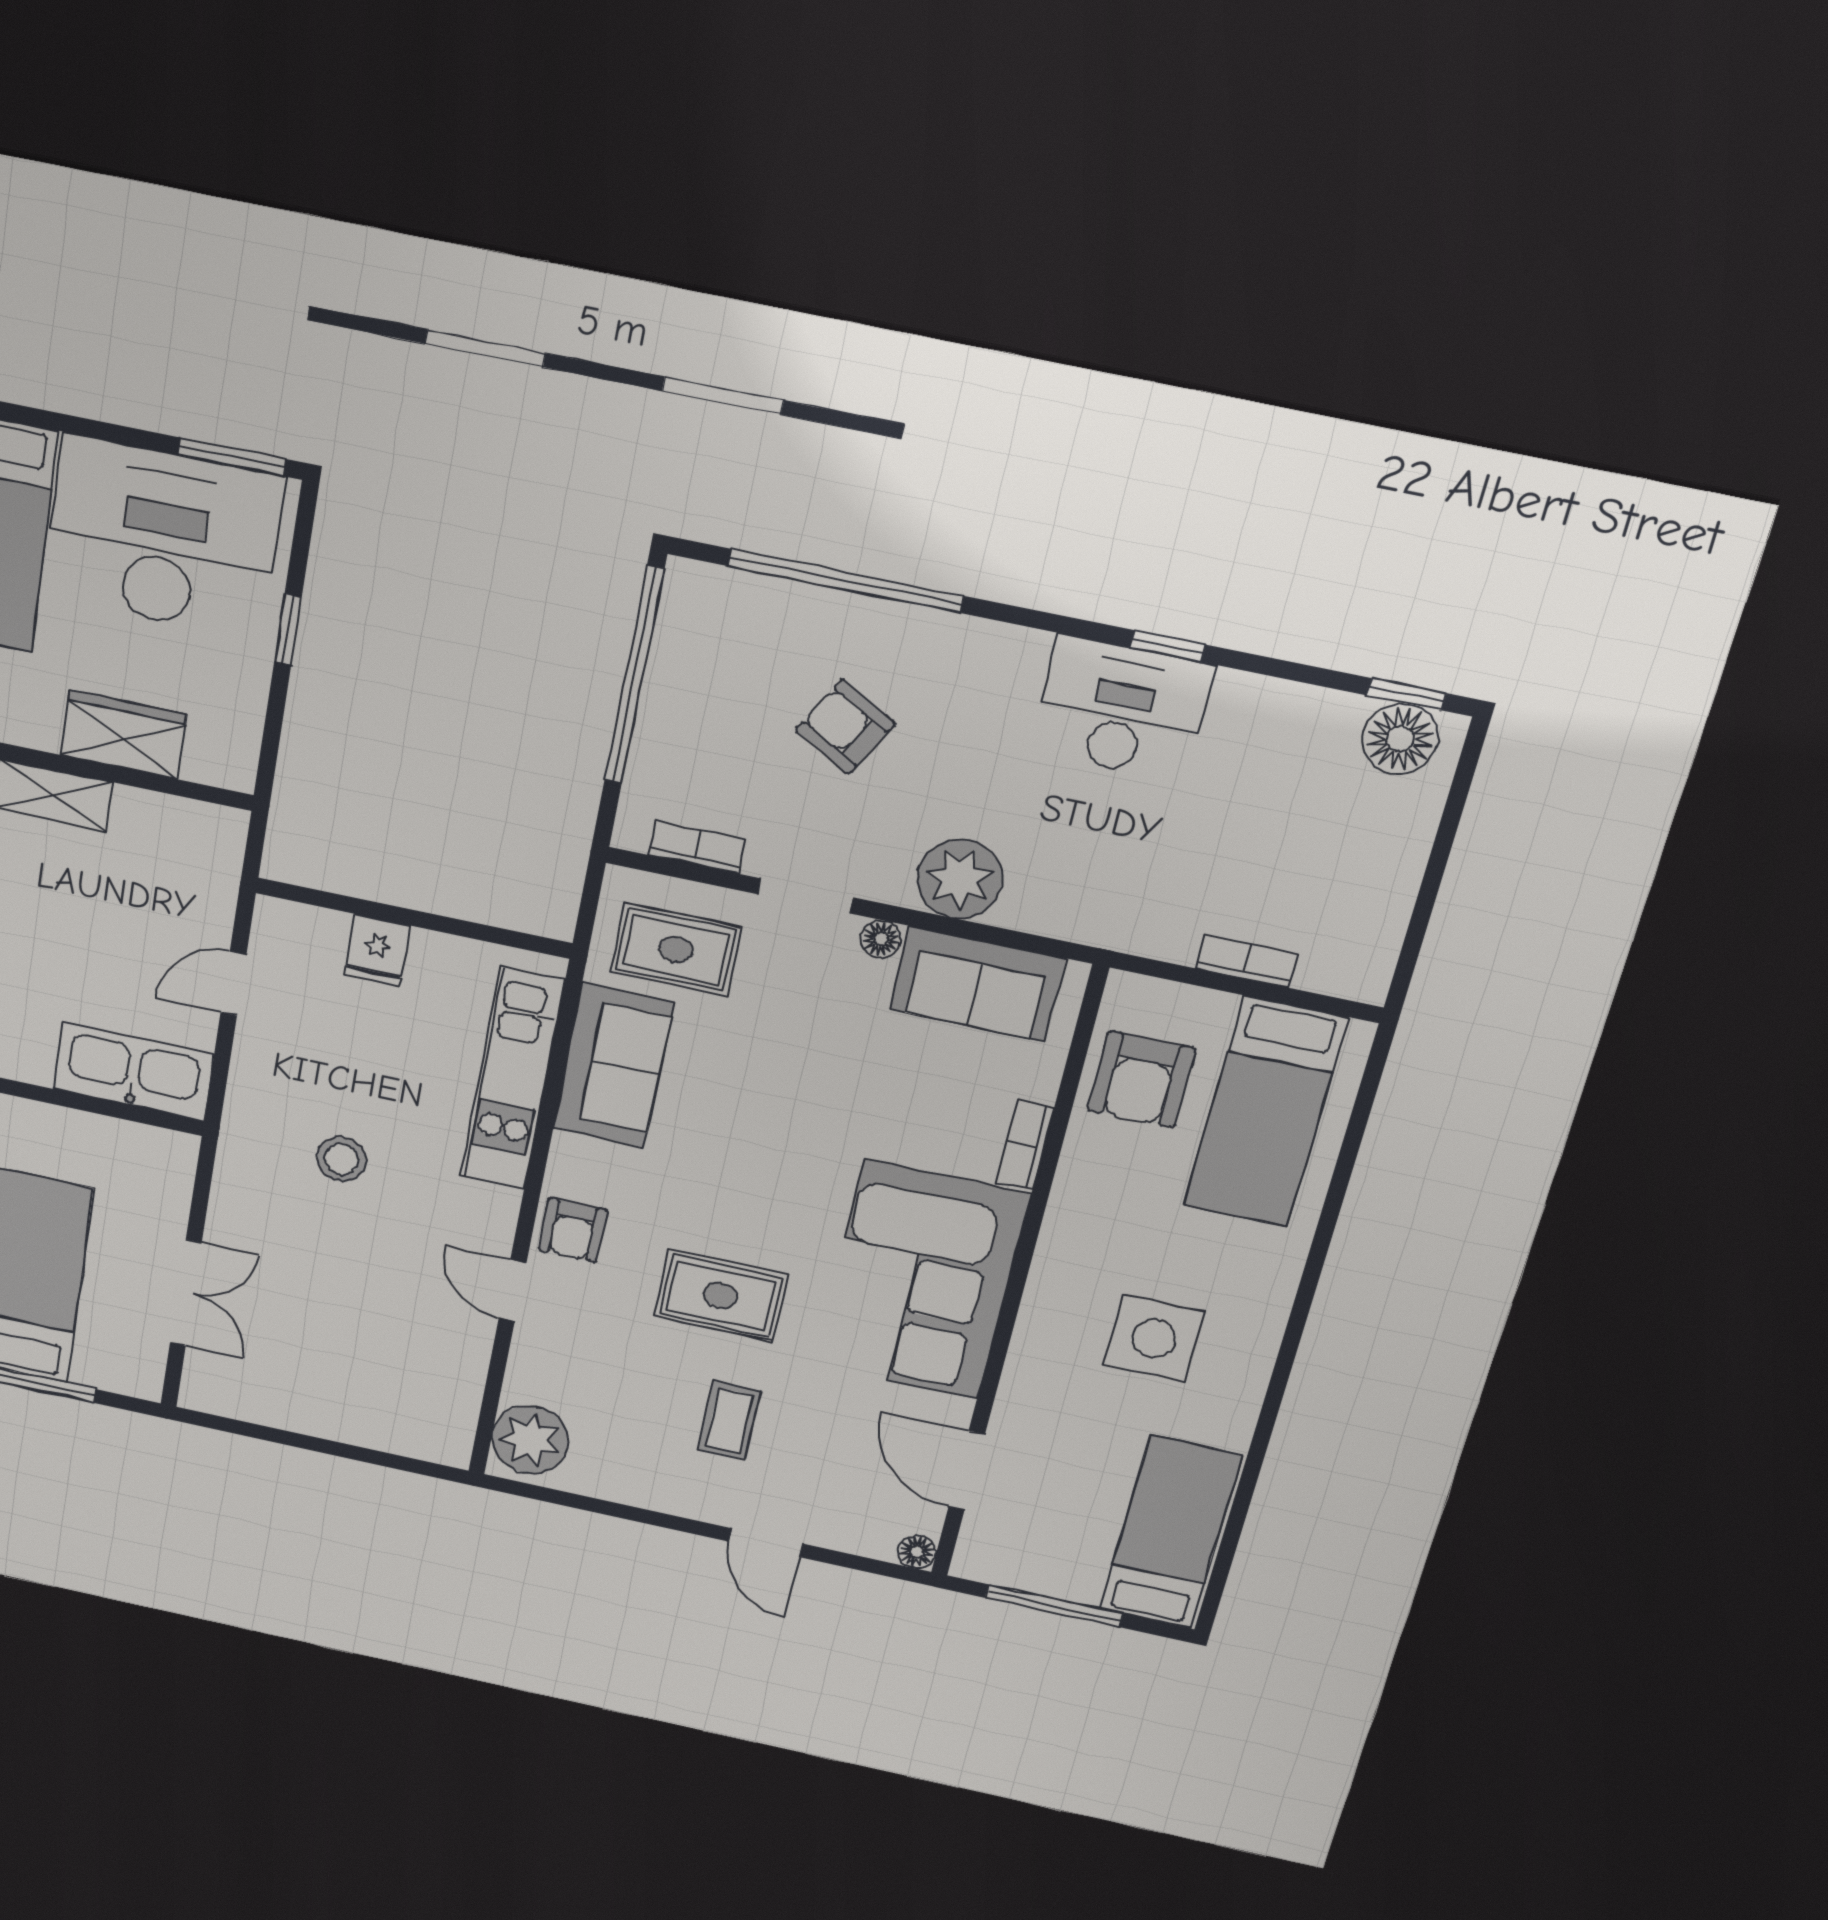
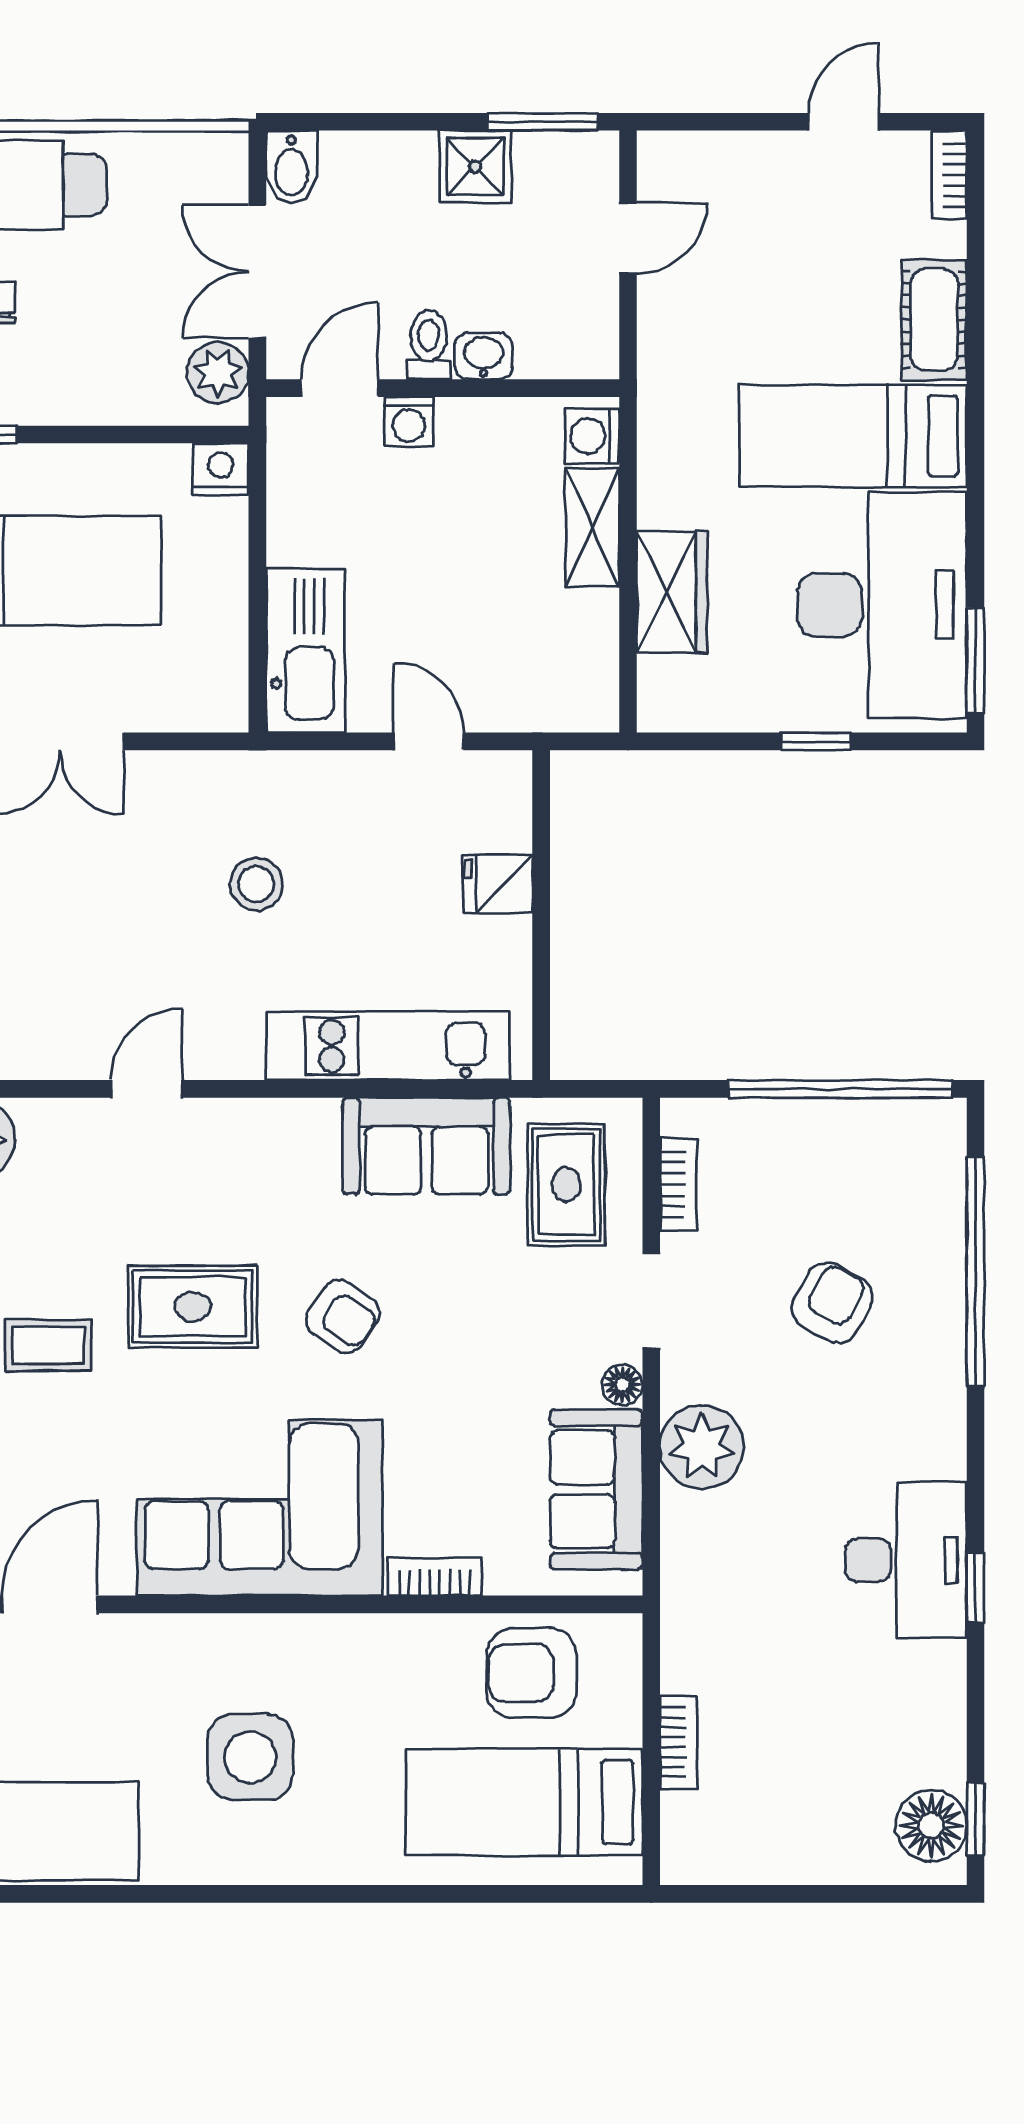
armchair: (573, 1230) -> (343, 1316), moved, turned -145
rug: (721, 1296) -> (193, 1307), turned 90

